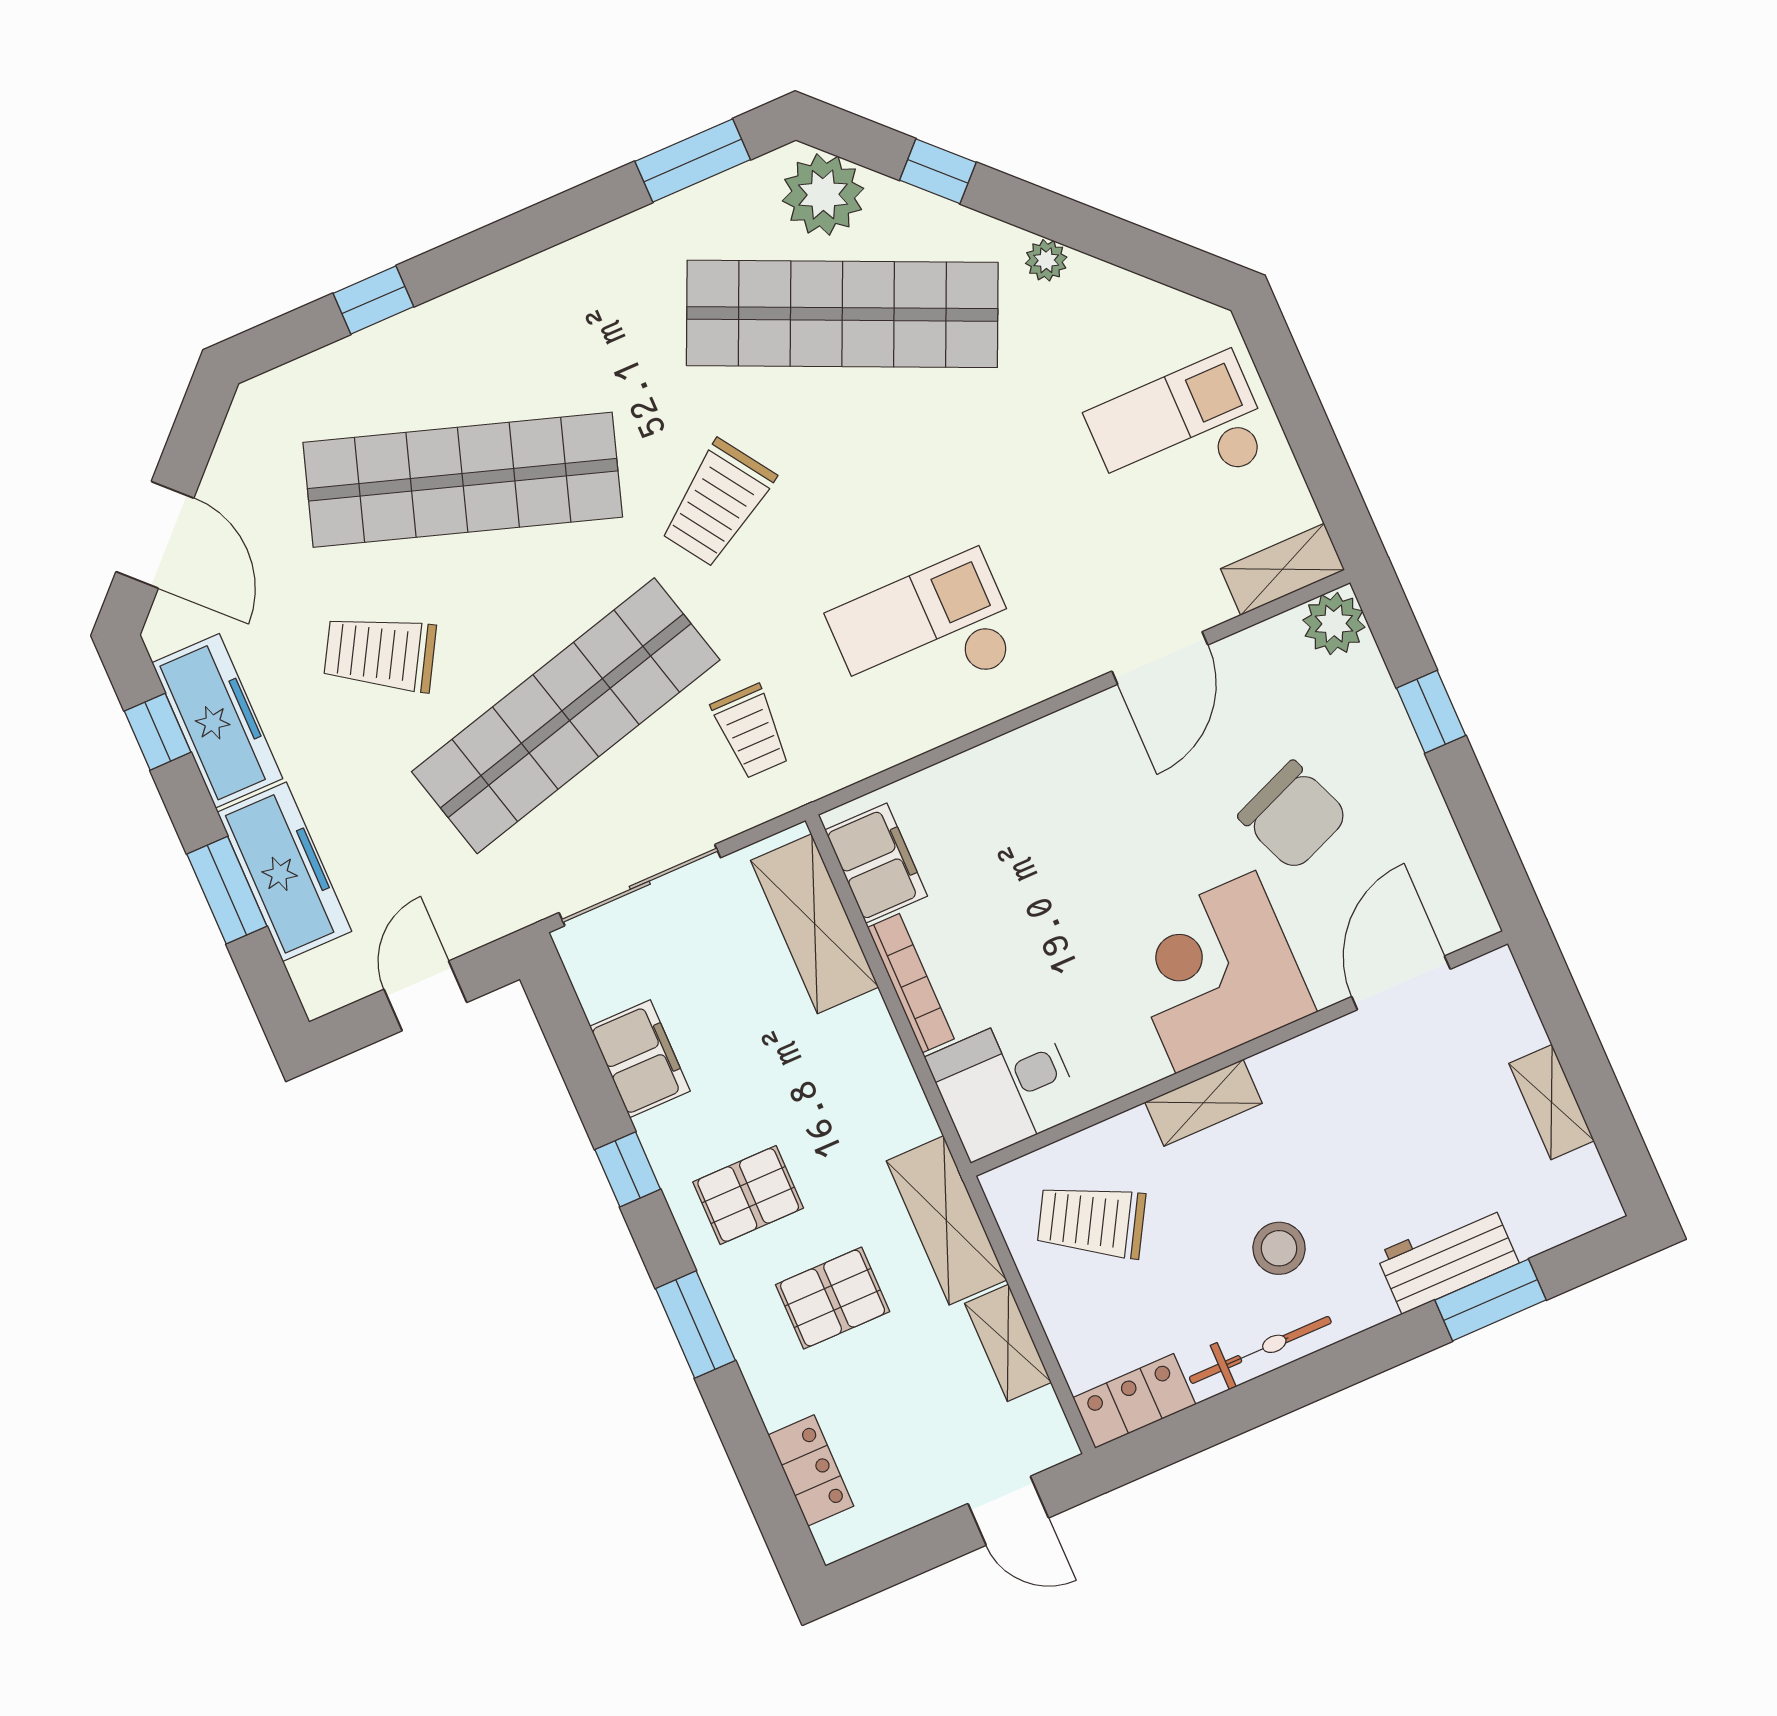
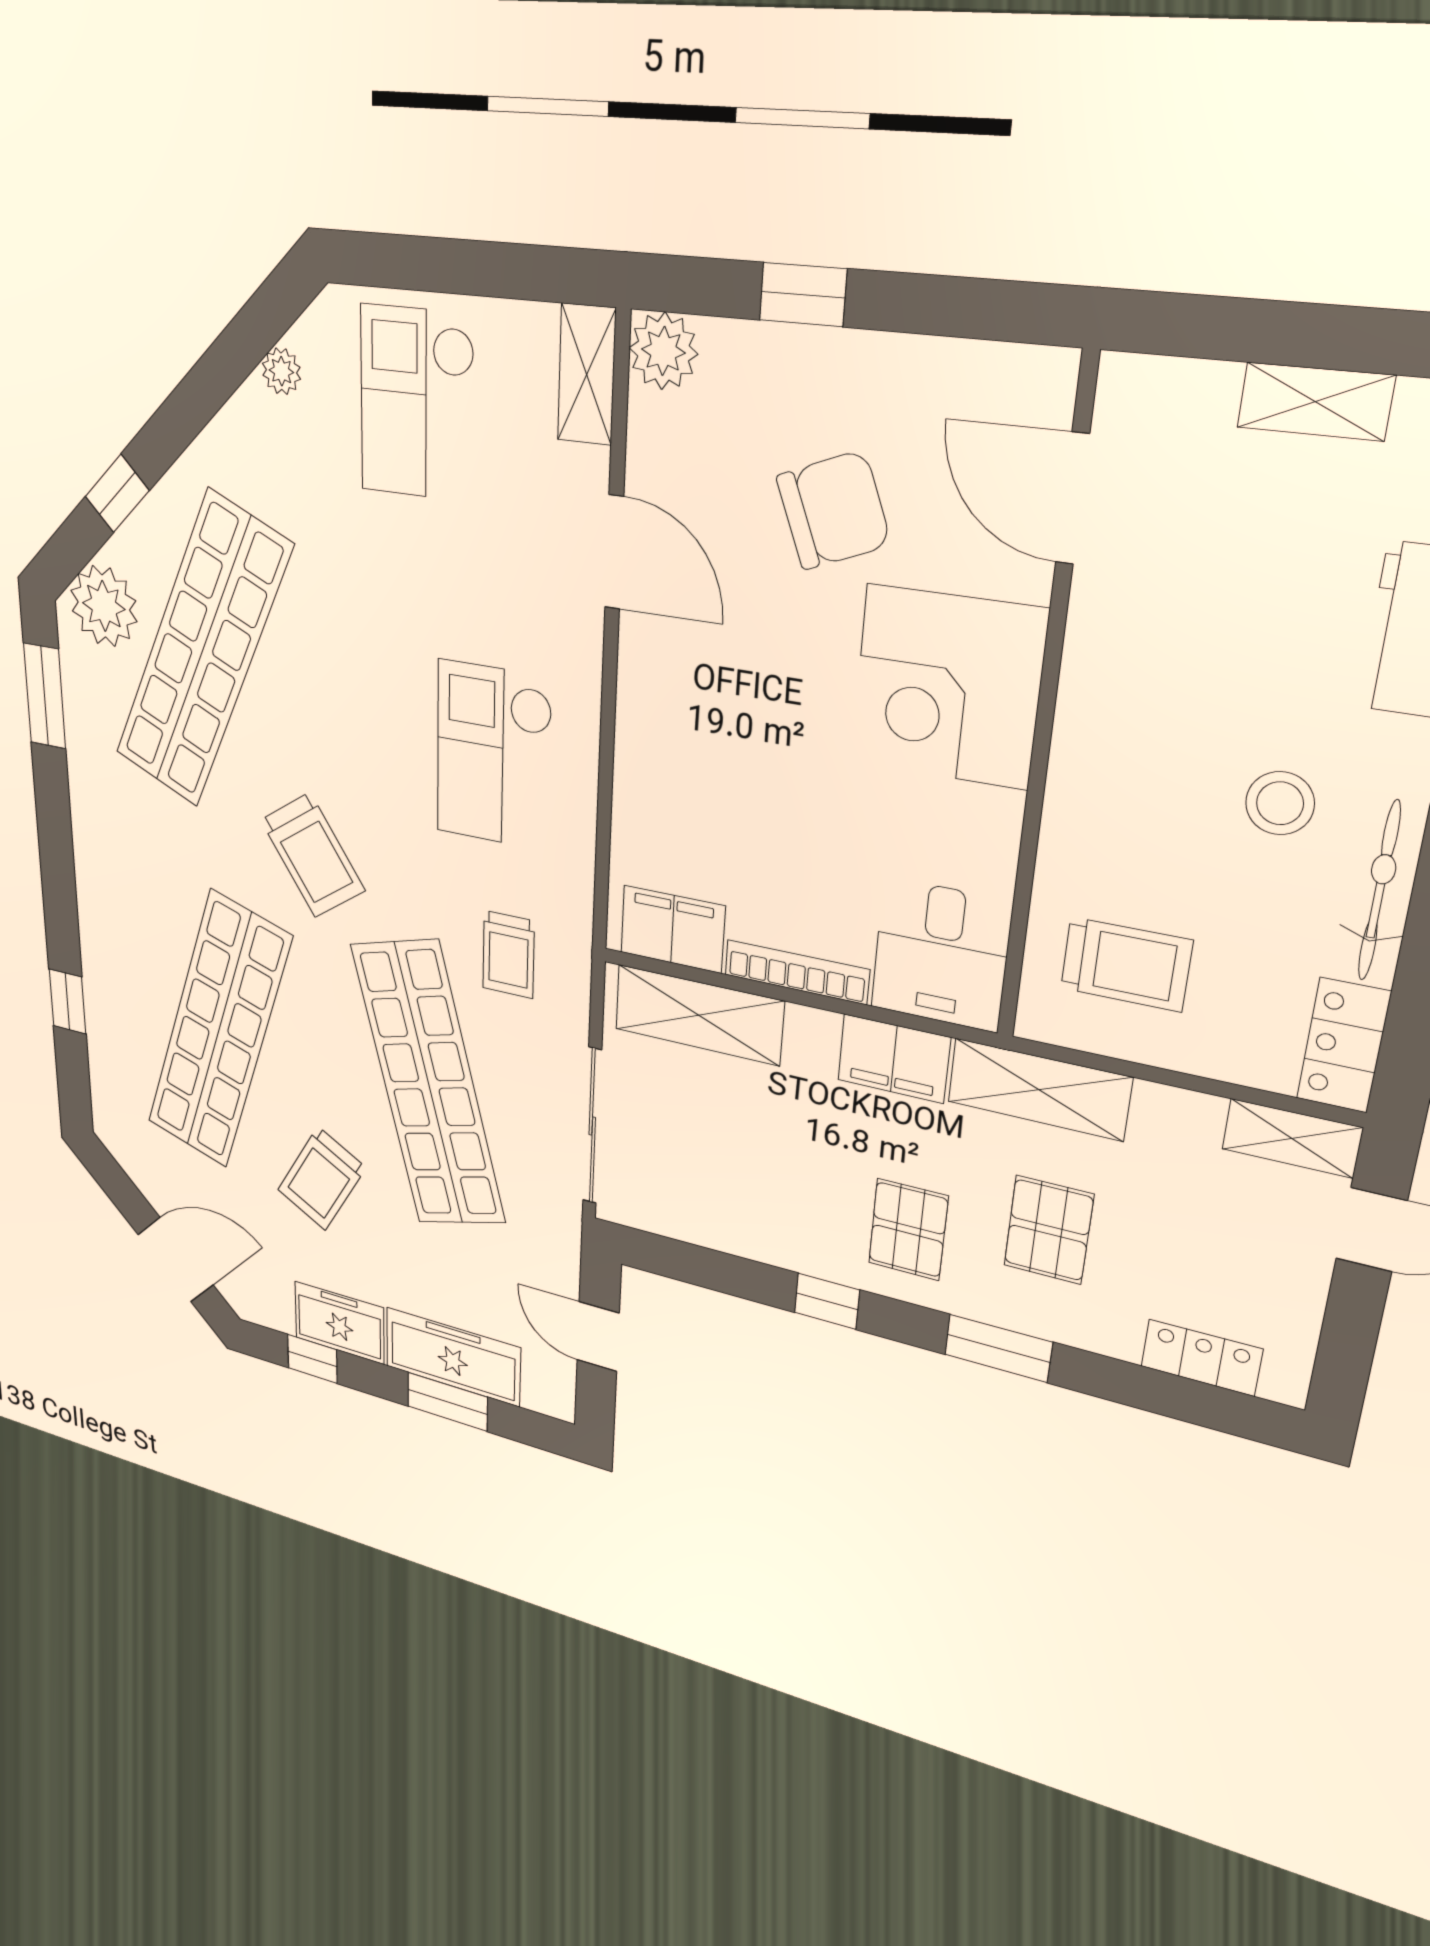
plant: (1046, 260) -> (281, 371), moved
freezer: (217, 721) -> (339, 1323), width x0.71
trolley: (751, 731) -> (508, 955), turned 90
filing cabinet: (640, 1059) -> (894, 1059), moved, turned 180
shelving: (1204, 1103) -> (1074, 782), removed
trolley: (1091, 1221) -> (1126, 964), turned -120
shelving: (1008, 1343) -> (1292, 1138), moved

